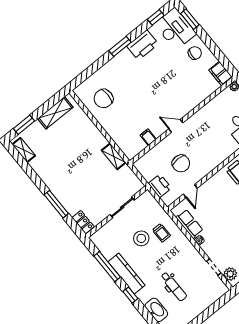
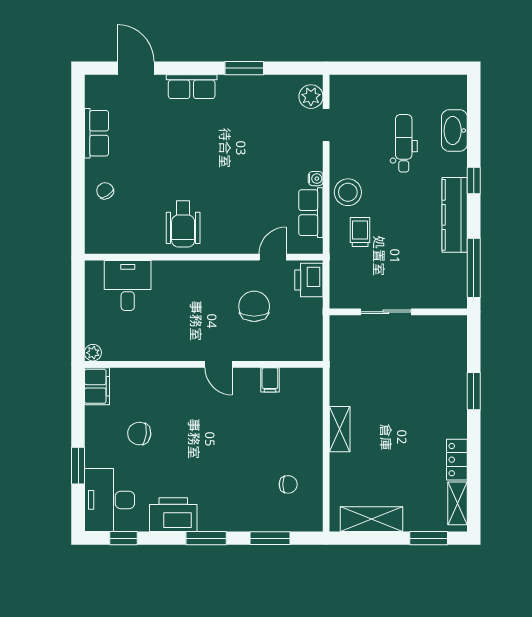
window: (190, 19) -> (78, 466), moved
chair: (195, 53) -> (139, 433), moved
window: (92, 69) -> (270, 538), added
chair: (104, 99) -> (288, 484), width x0.54, depth x0.54
shelving: (114, 156) -> (340, 429), moved
printer: (160, 186) -> (309, 280), moved
window: (56, 204) -> (474, 391), width x0.69
locker: (83, 222) -> (457, 460), moved
stool: (141, 238) -> (348, 192), moved
window: (107, 267) -> (474, 268), moved

